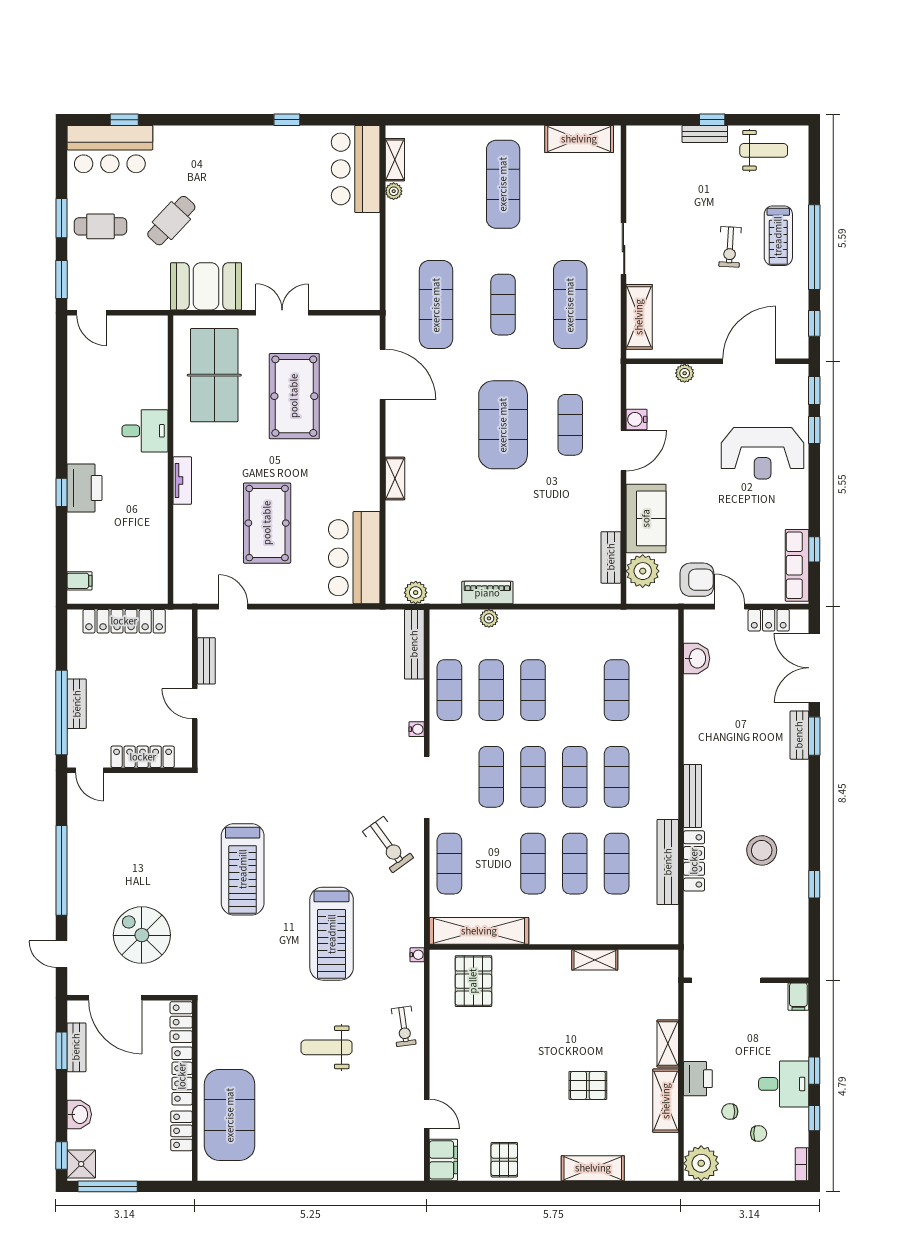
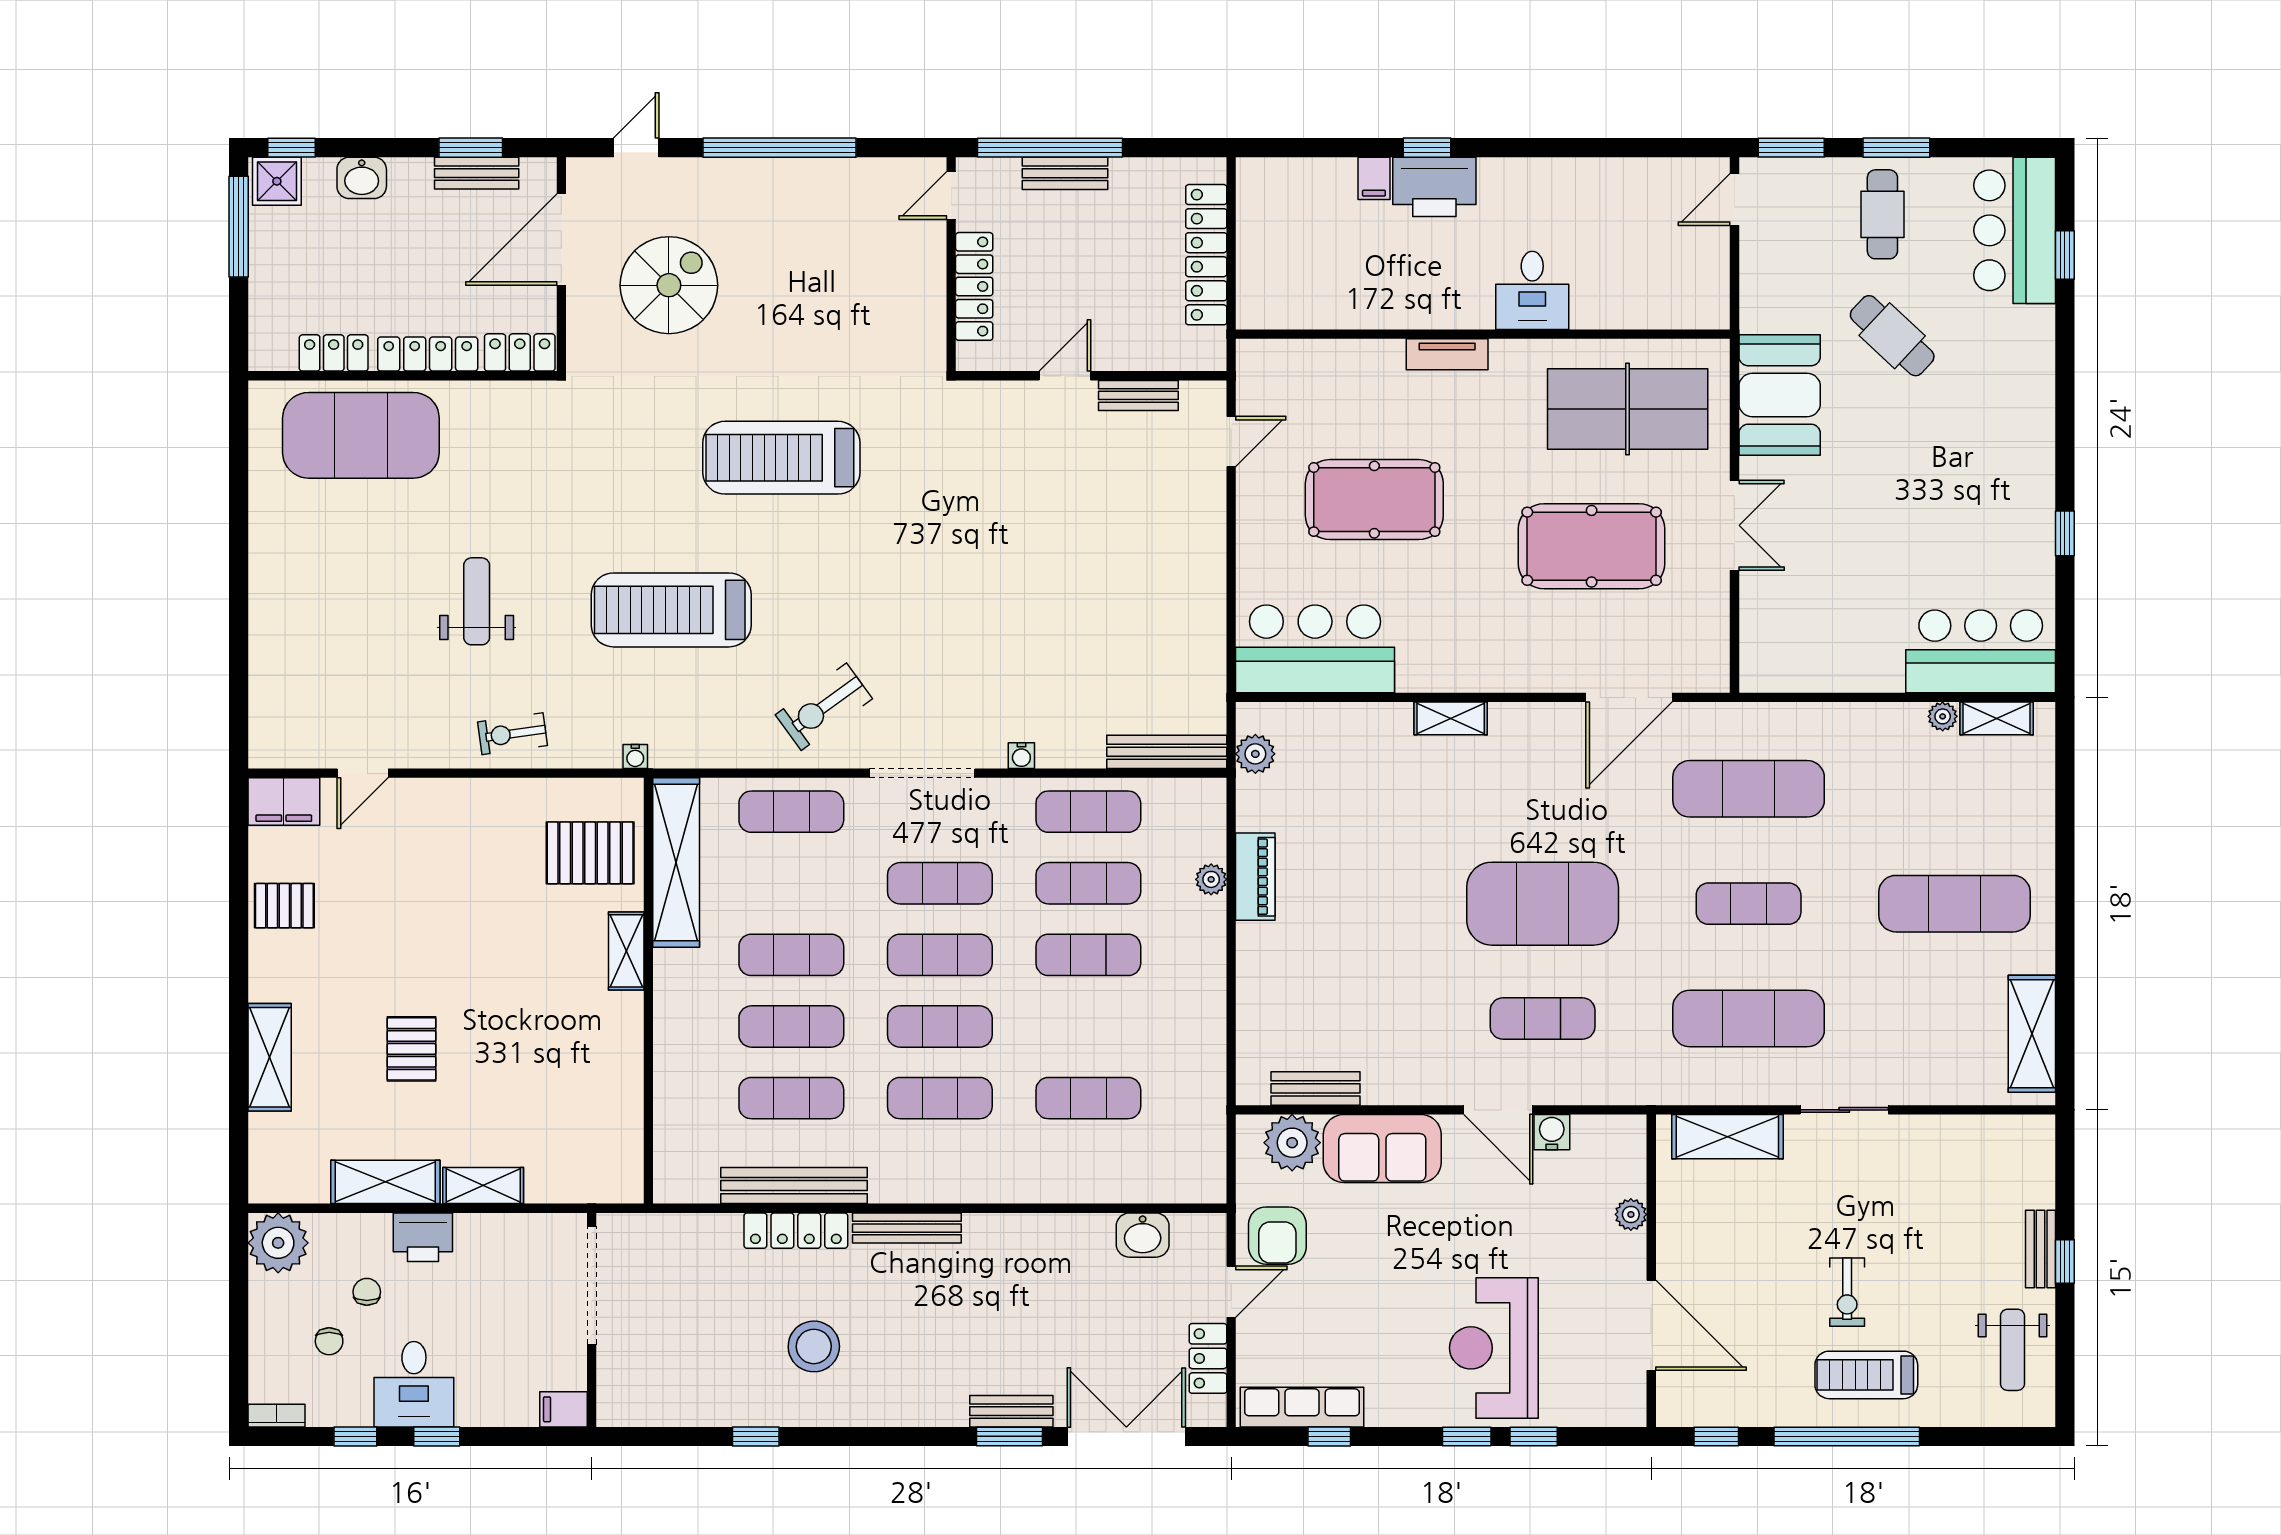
exercise bike: (730, 247) -> (1847, 1292), turned -93
window: (814, 391) -> (1467, 1436), moved
filing cabinet: (79, 581) -> (1374, 178), moved
shelving: (595, 960) -> (626, 951), moved

